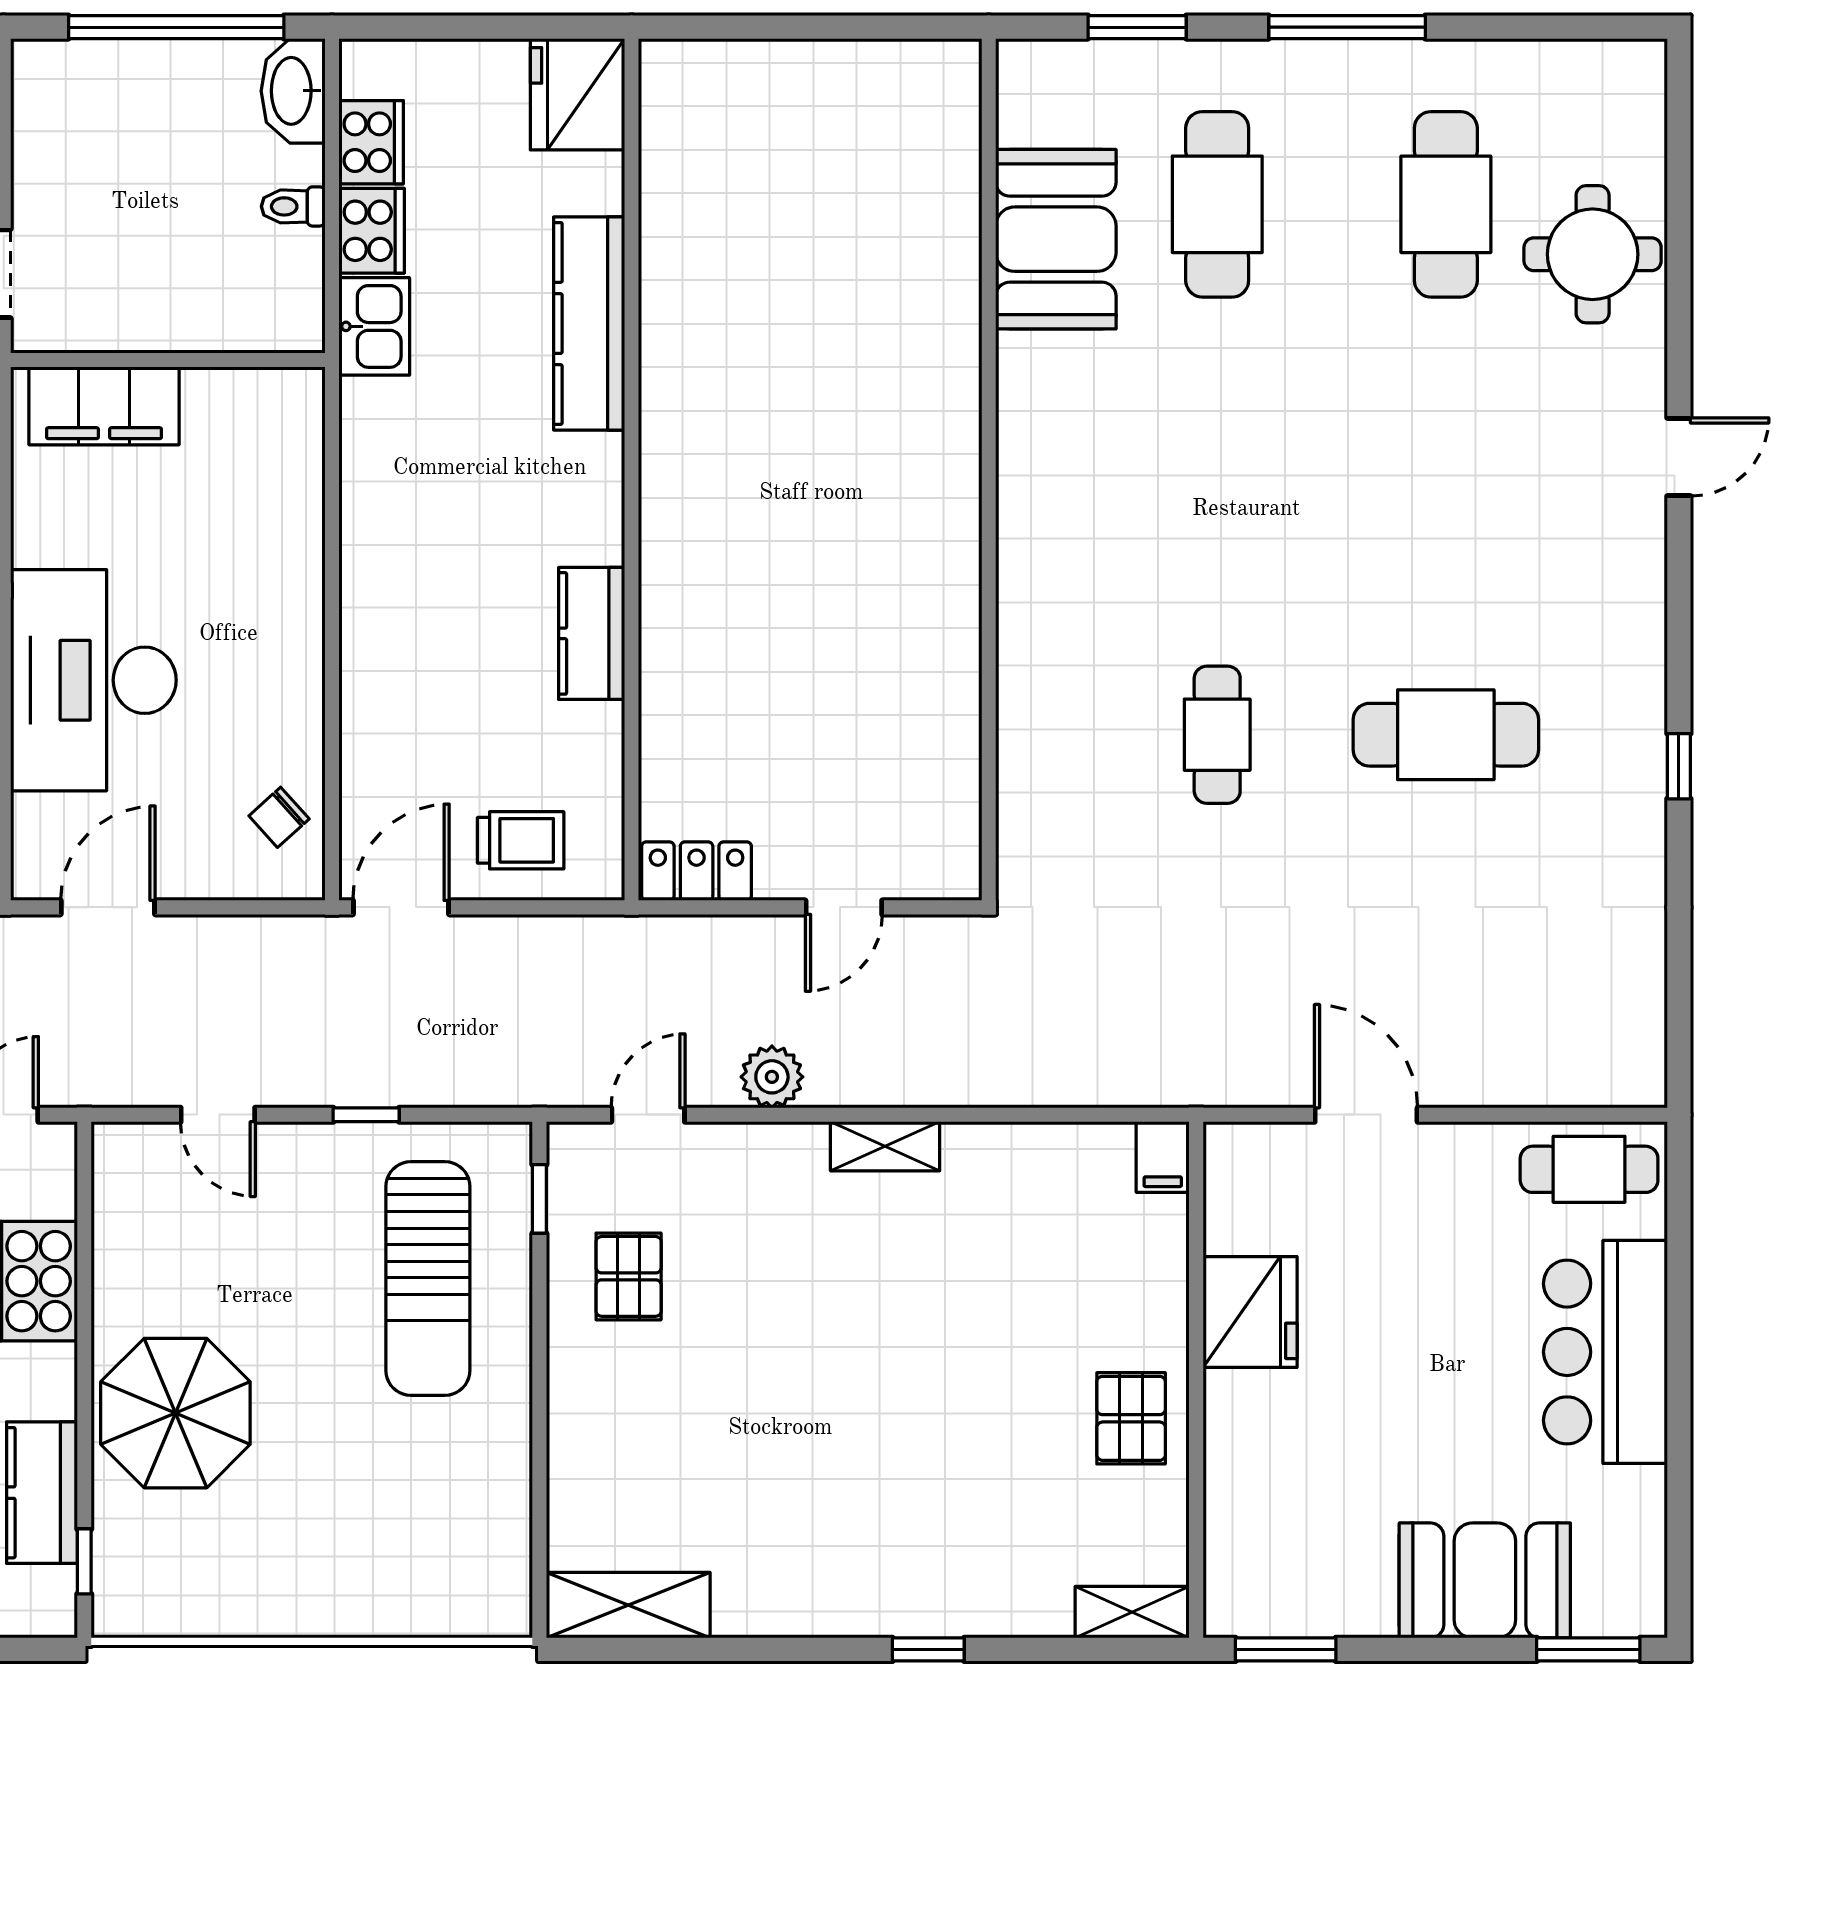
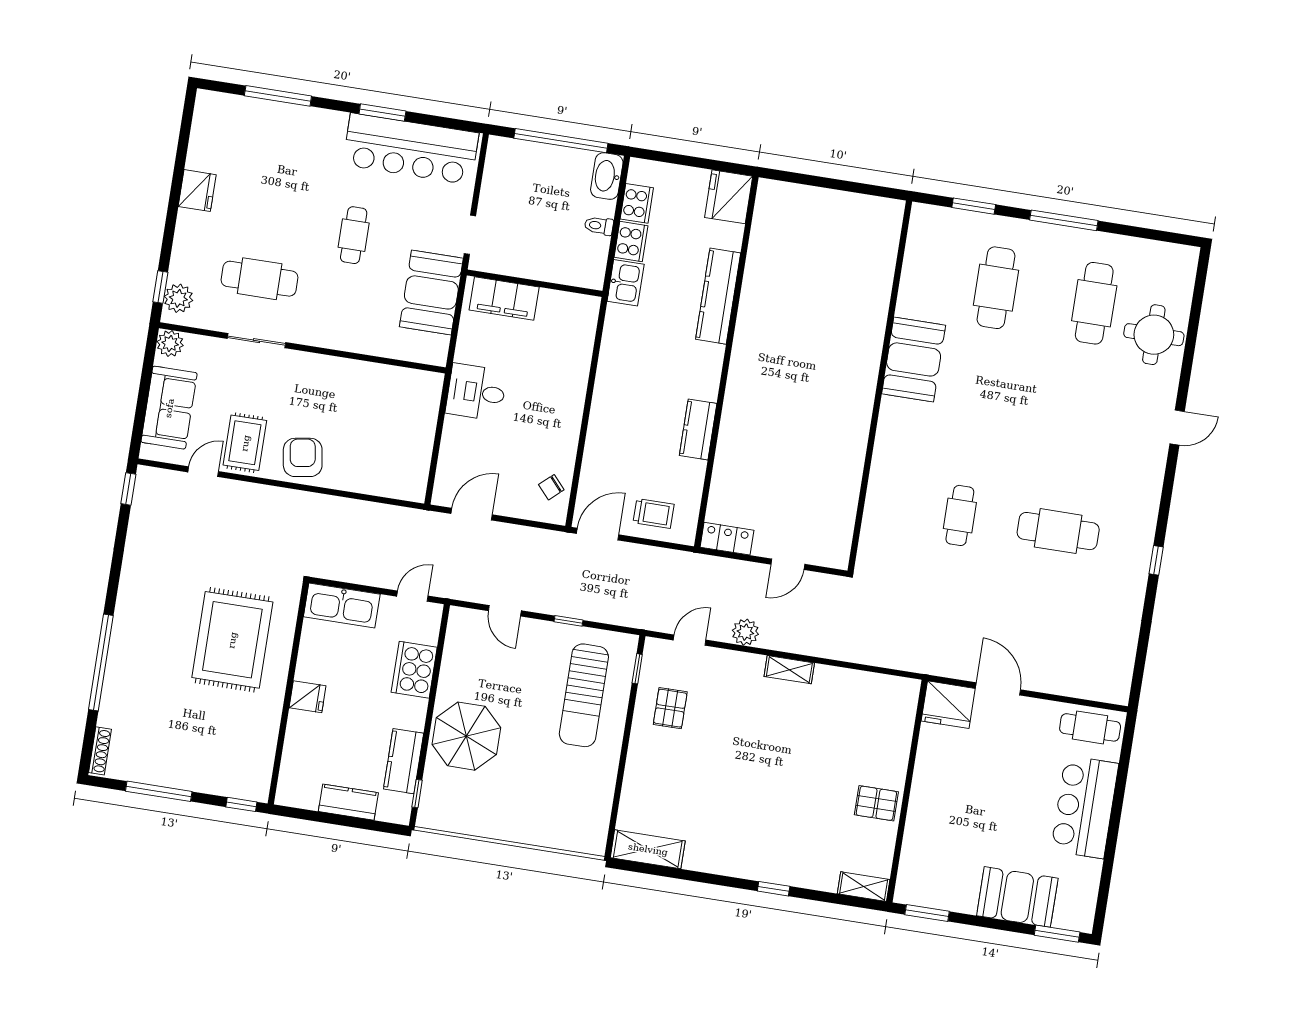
booth: (1056, 239) -> (914, 359), moved
desk: (93, 680) -> (476, 392), width x0.53, depth x0.77
filing cabinet: (1163, 1157) -> (908, 693), removed
fridge: (1250, 1312) -> (948, 705), moved, turned 90
pallet: (1131, 1418) -> (876, 803), turned 90

